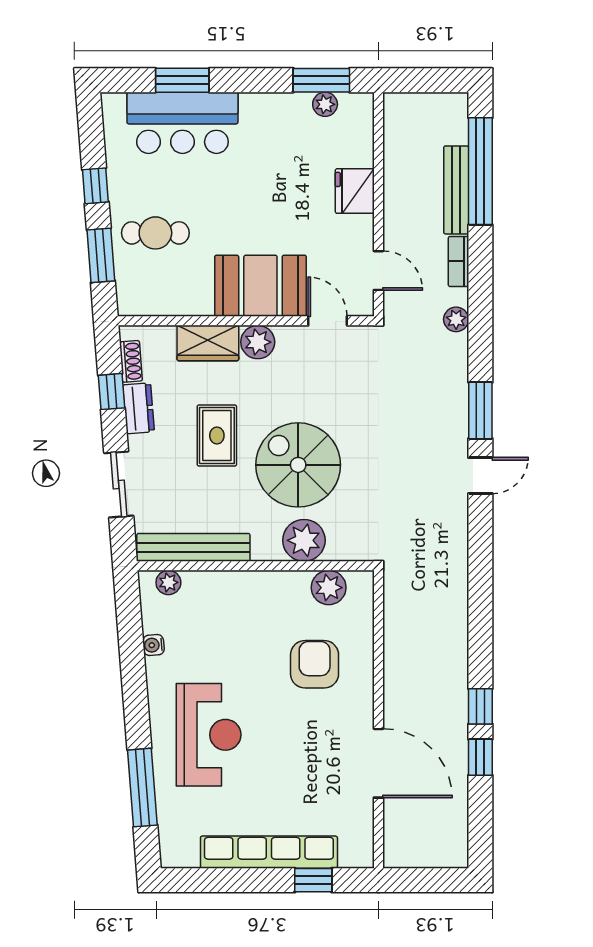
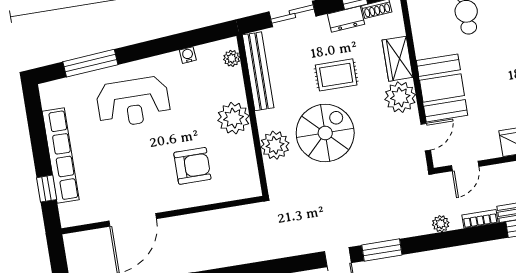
plant: (258, 342) -> (400, 97), width x1.36, depth x1.36
plant: (329, 588) -> (234, 118), moved, width x1.36, depth x1.36

